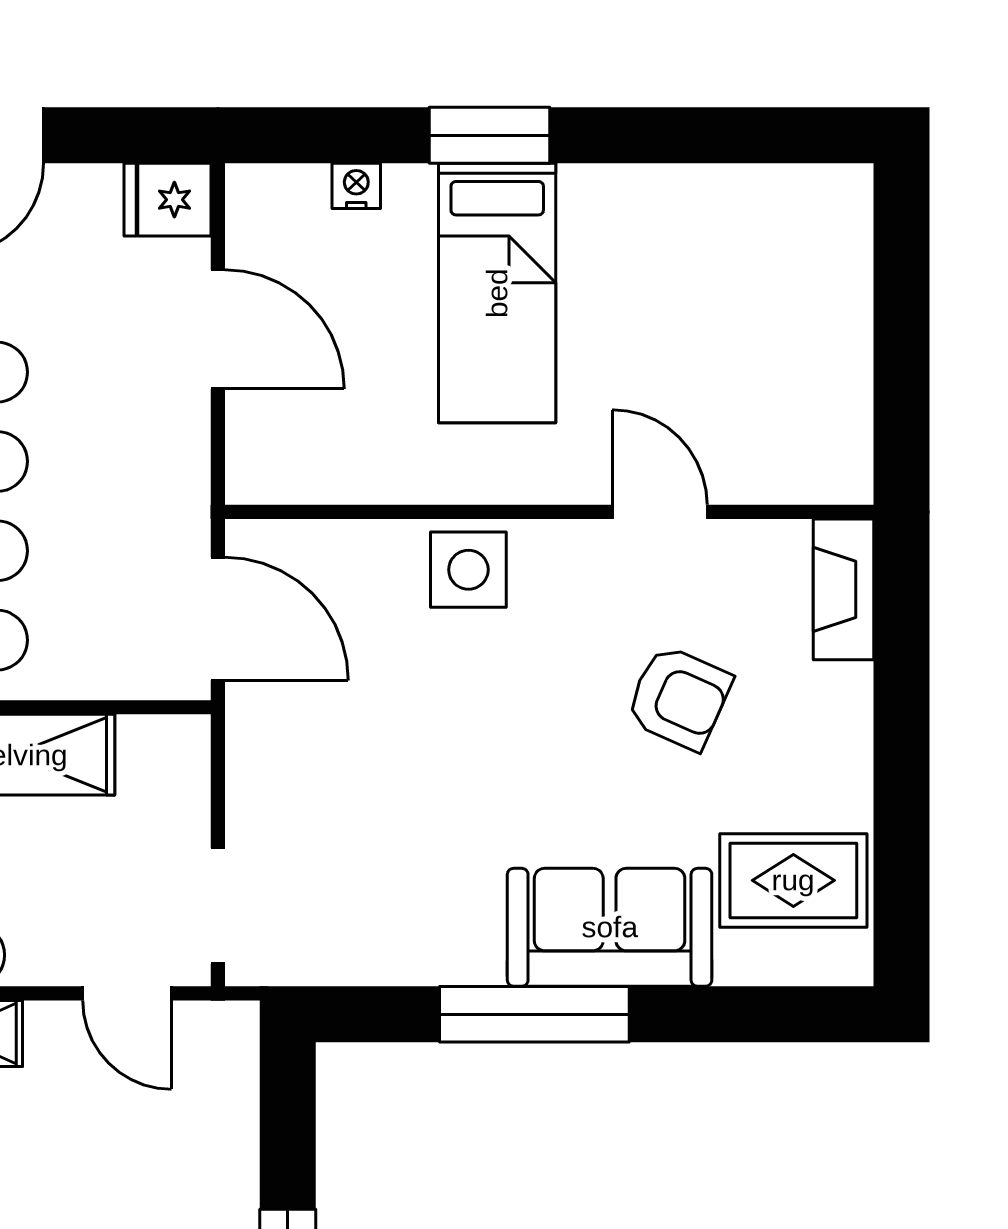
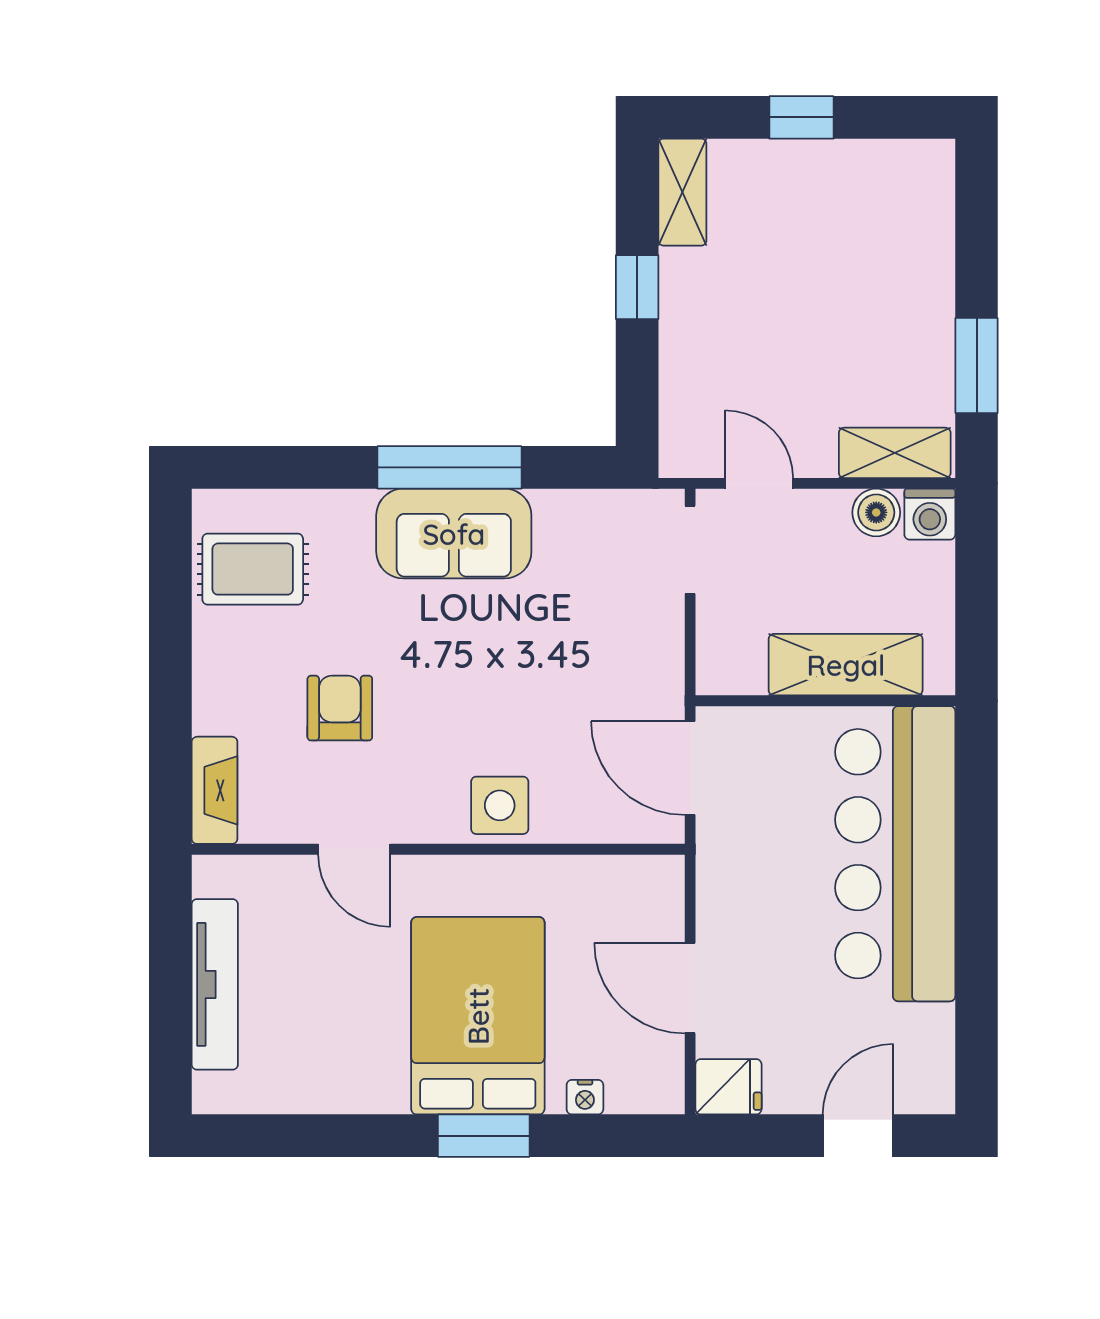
bed: (497, 293) -> (478, 1016), width x1.50
tv unit: (843, 334) -> (215, 984), added
armchair: (679, 698) -> (340, 708), turned 66
sofa: (610, 927) -> (454, 534), moved

